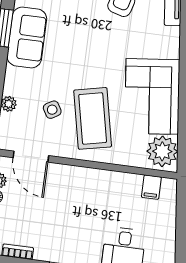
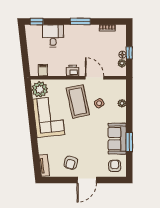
door: (31, 157) -> (94, 78), moved
printer: (95, 179) -> (73, 71), added

